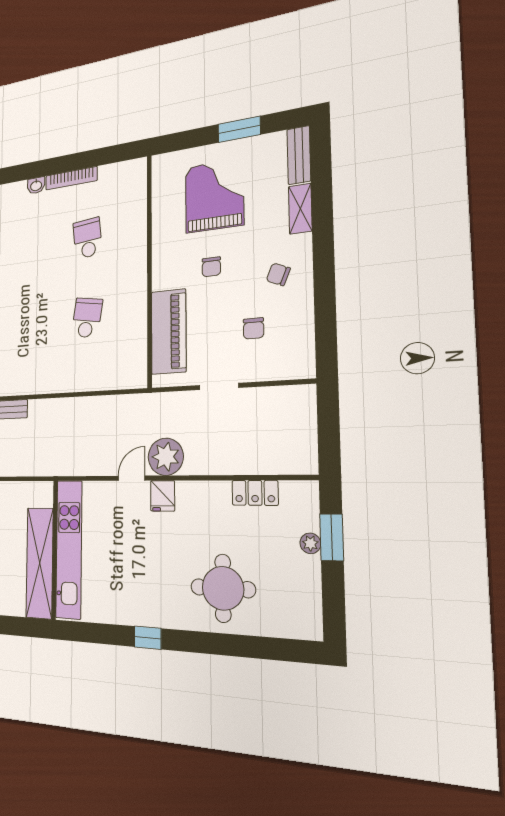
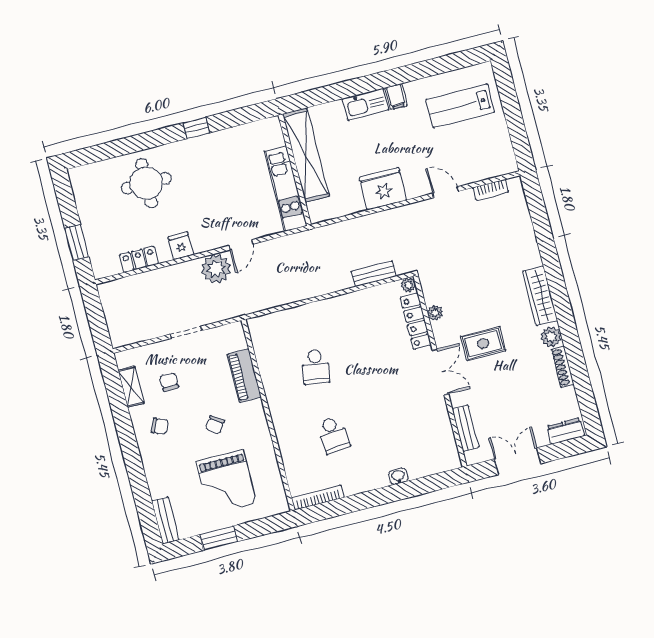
bookcase: (71, 178) -> (318, 498), moved
shelving: (300, 209) -> (131, 387), moved
chair: (211, 267) -> (215, 425), turned -146
piano: (169, 332) -> (244, 376), width x0.73, depth x0.75
fridge: (163, 496) -> (181, 246), moved
plant: (310, 543) -> (91, 234), removed
kitchen unit: (69, 549) -> (285, 189), width x0.73

